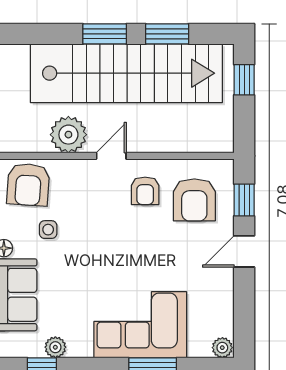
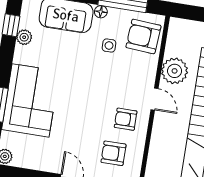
armchair: (194, 200) -> (113, 153), width x0.72, depth x0.72

